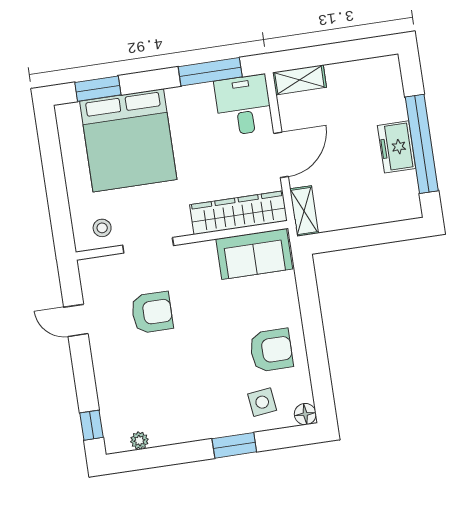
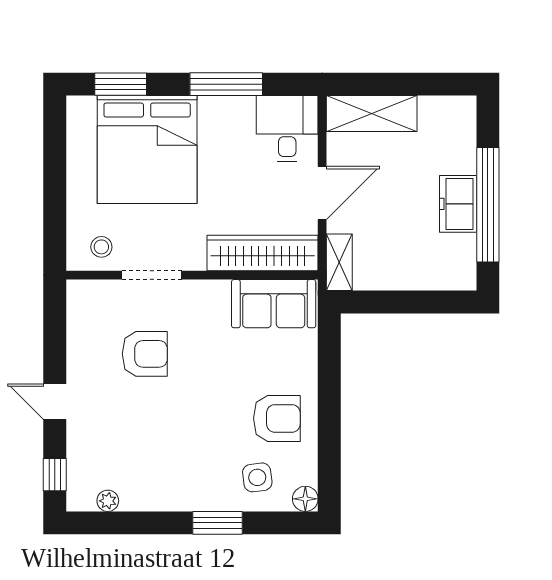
window: (210, 72) -> (226, 84), moved
shelving: (299, 80) -> (372, 114), width x1.50, depth x1.33
door: (76, 320) -> (55, 402), moved

